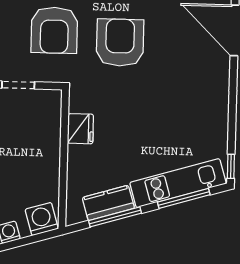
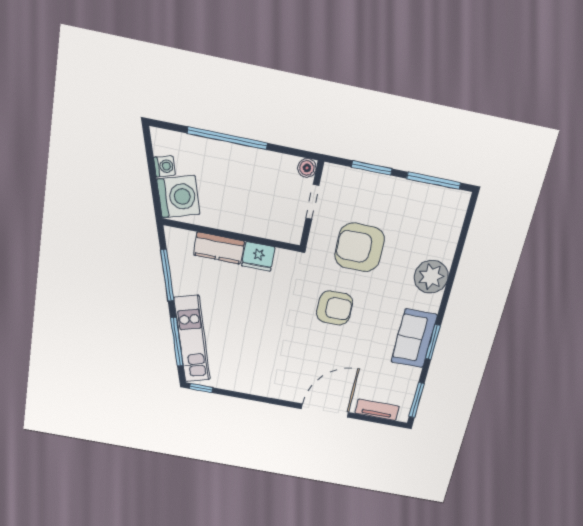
armchair: (120, 43) -> (335, 308), width x0.73, depth x0.73
kitchen counter: (108, 203) -> (219, 248), moved, turned 107
washing machine: (42, 219) -> (178, 197), width x1.37, depth x1.37

